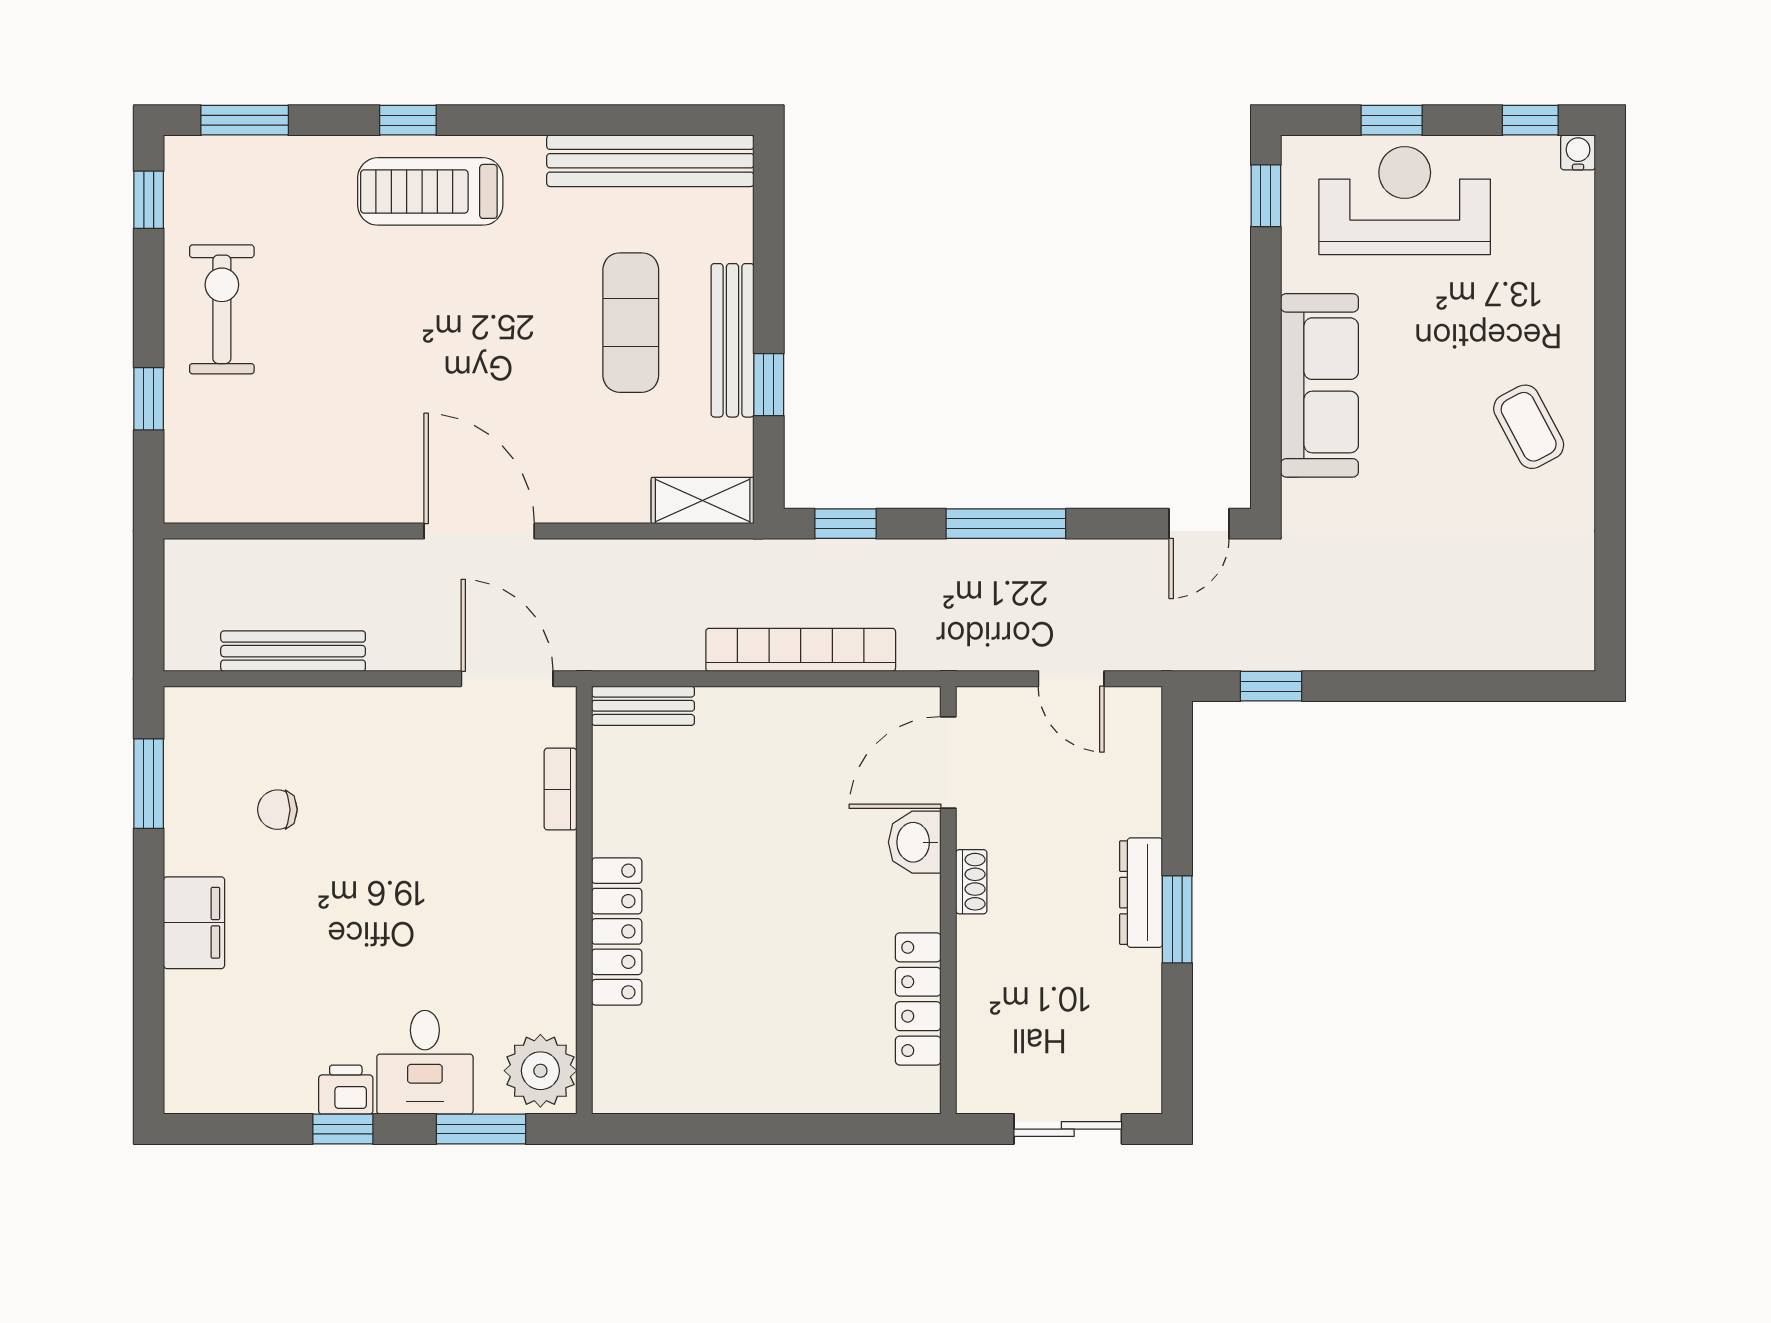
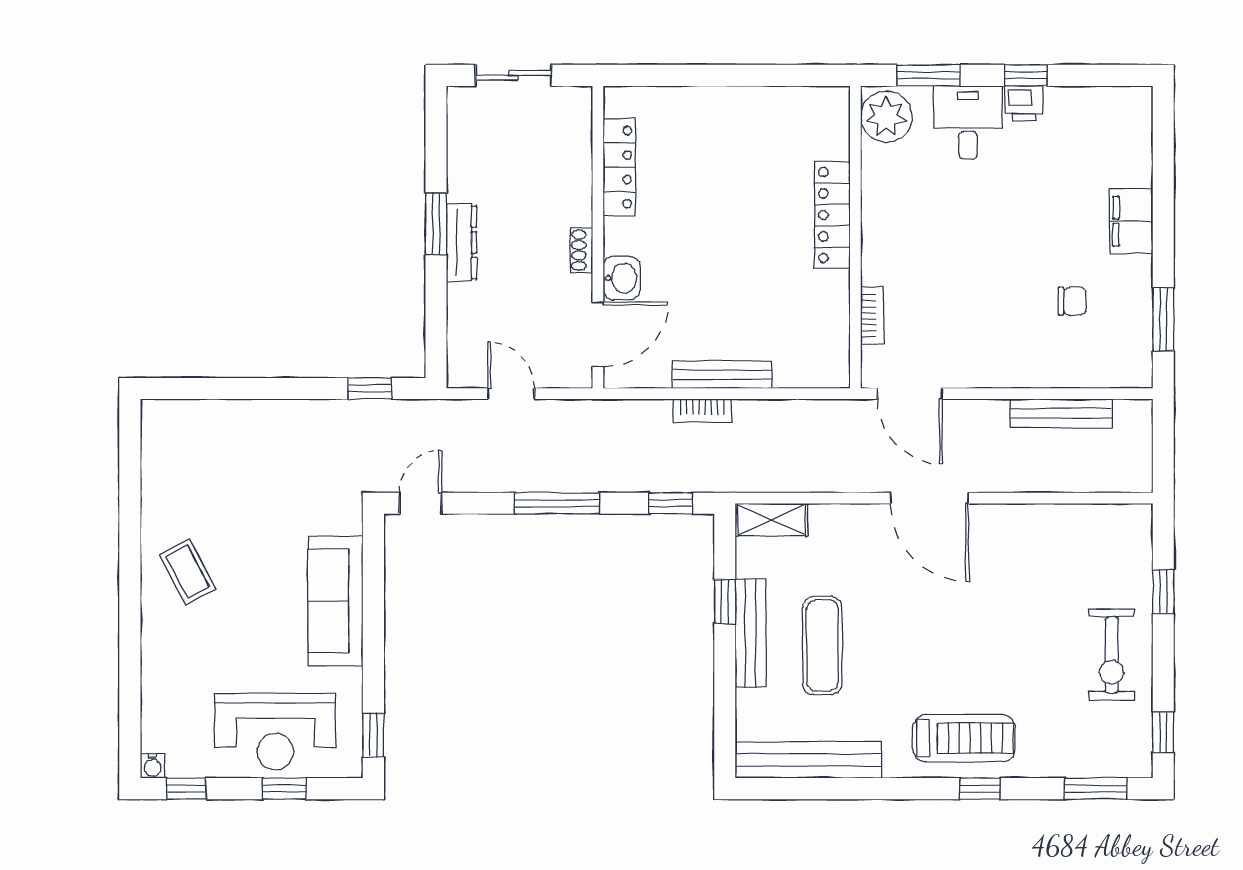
bookcase: (801, 650) -> (702, 410), width x0.43, depth x0.76
bench: (643, 706) -> (722, 375), moved, width x1.36

